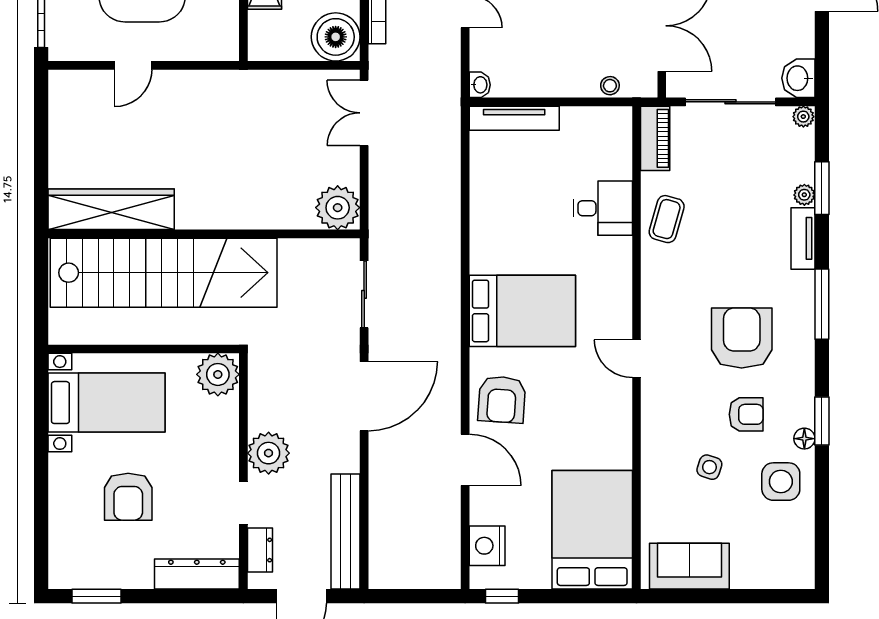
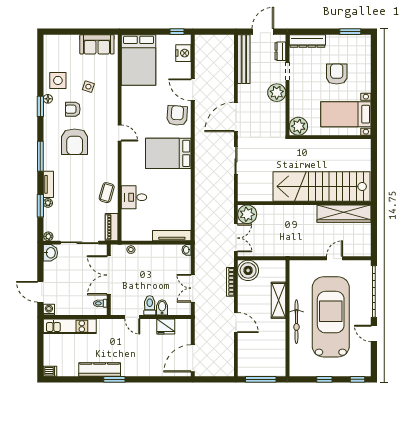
plant: (338, 208) -> (247, 214), moved
wardrobe: (111, 209) -> (344, 214), moved
wall: (204, 234) -> (304, 203), moved
stairs: (164, 273) -> (322, 186), moved

